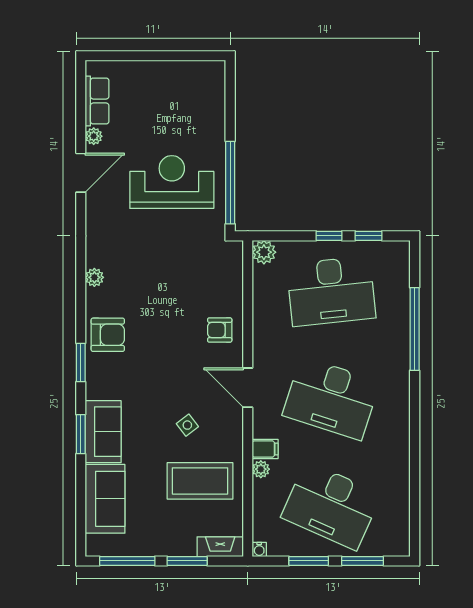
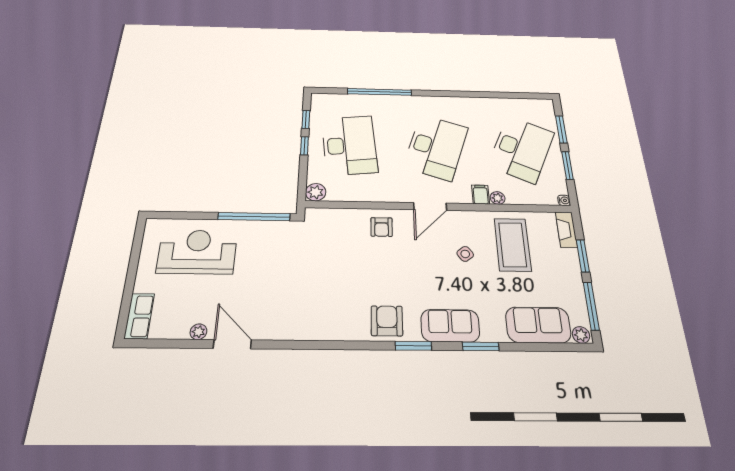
row of seats: (97, 101) -> (139, 316), moved, turned 90
reception desk: (172, 182) -> (197, 252), moved, turned 90
plant: (94, 277) -> (581, 335), moved
sofa: (103, 432) -> (450, 326), moved

